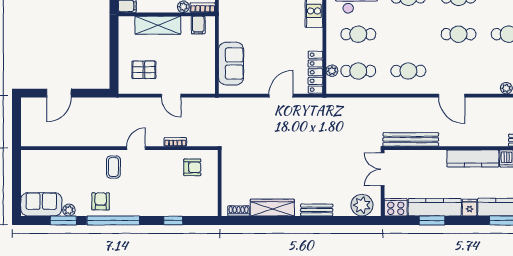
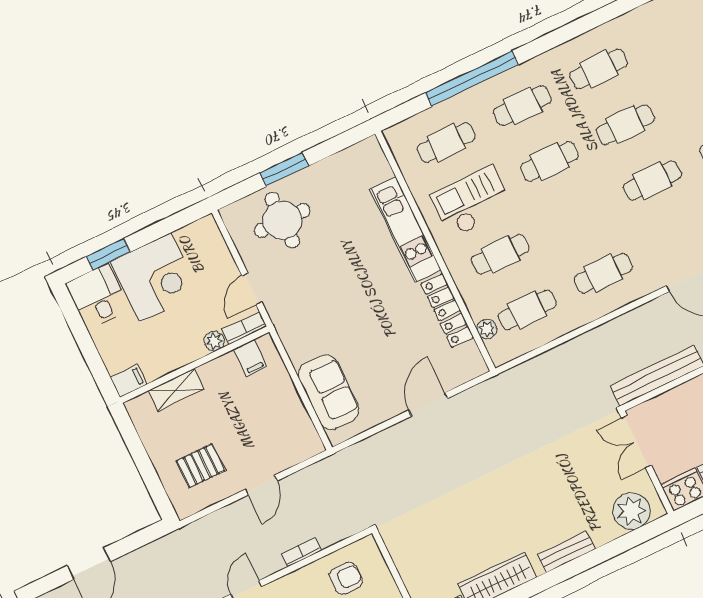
shelving: (158, 25) -> (176, 390), width x0.67, depth x0.75
locker: (315, 72) -> (447, 310), moved
door: (171, 96) -> (261, 485), hinge flipped

